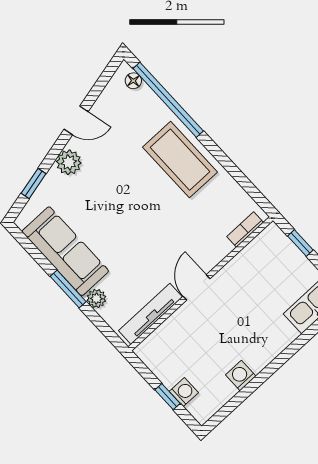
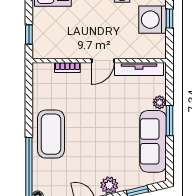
bookcase: (245, 229) -> (67, 67), moved
washing machine: (184, 392) -> (153, 20), width x1.89, depth x1.89

